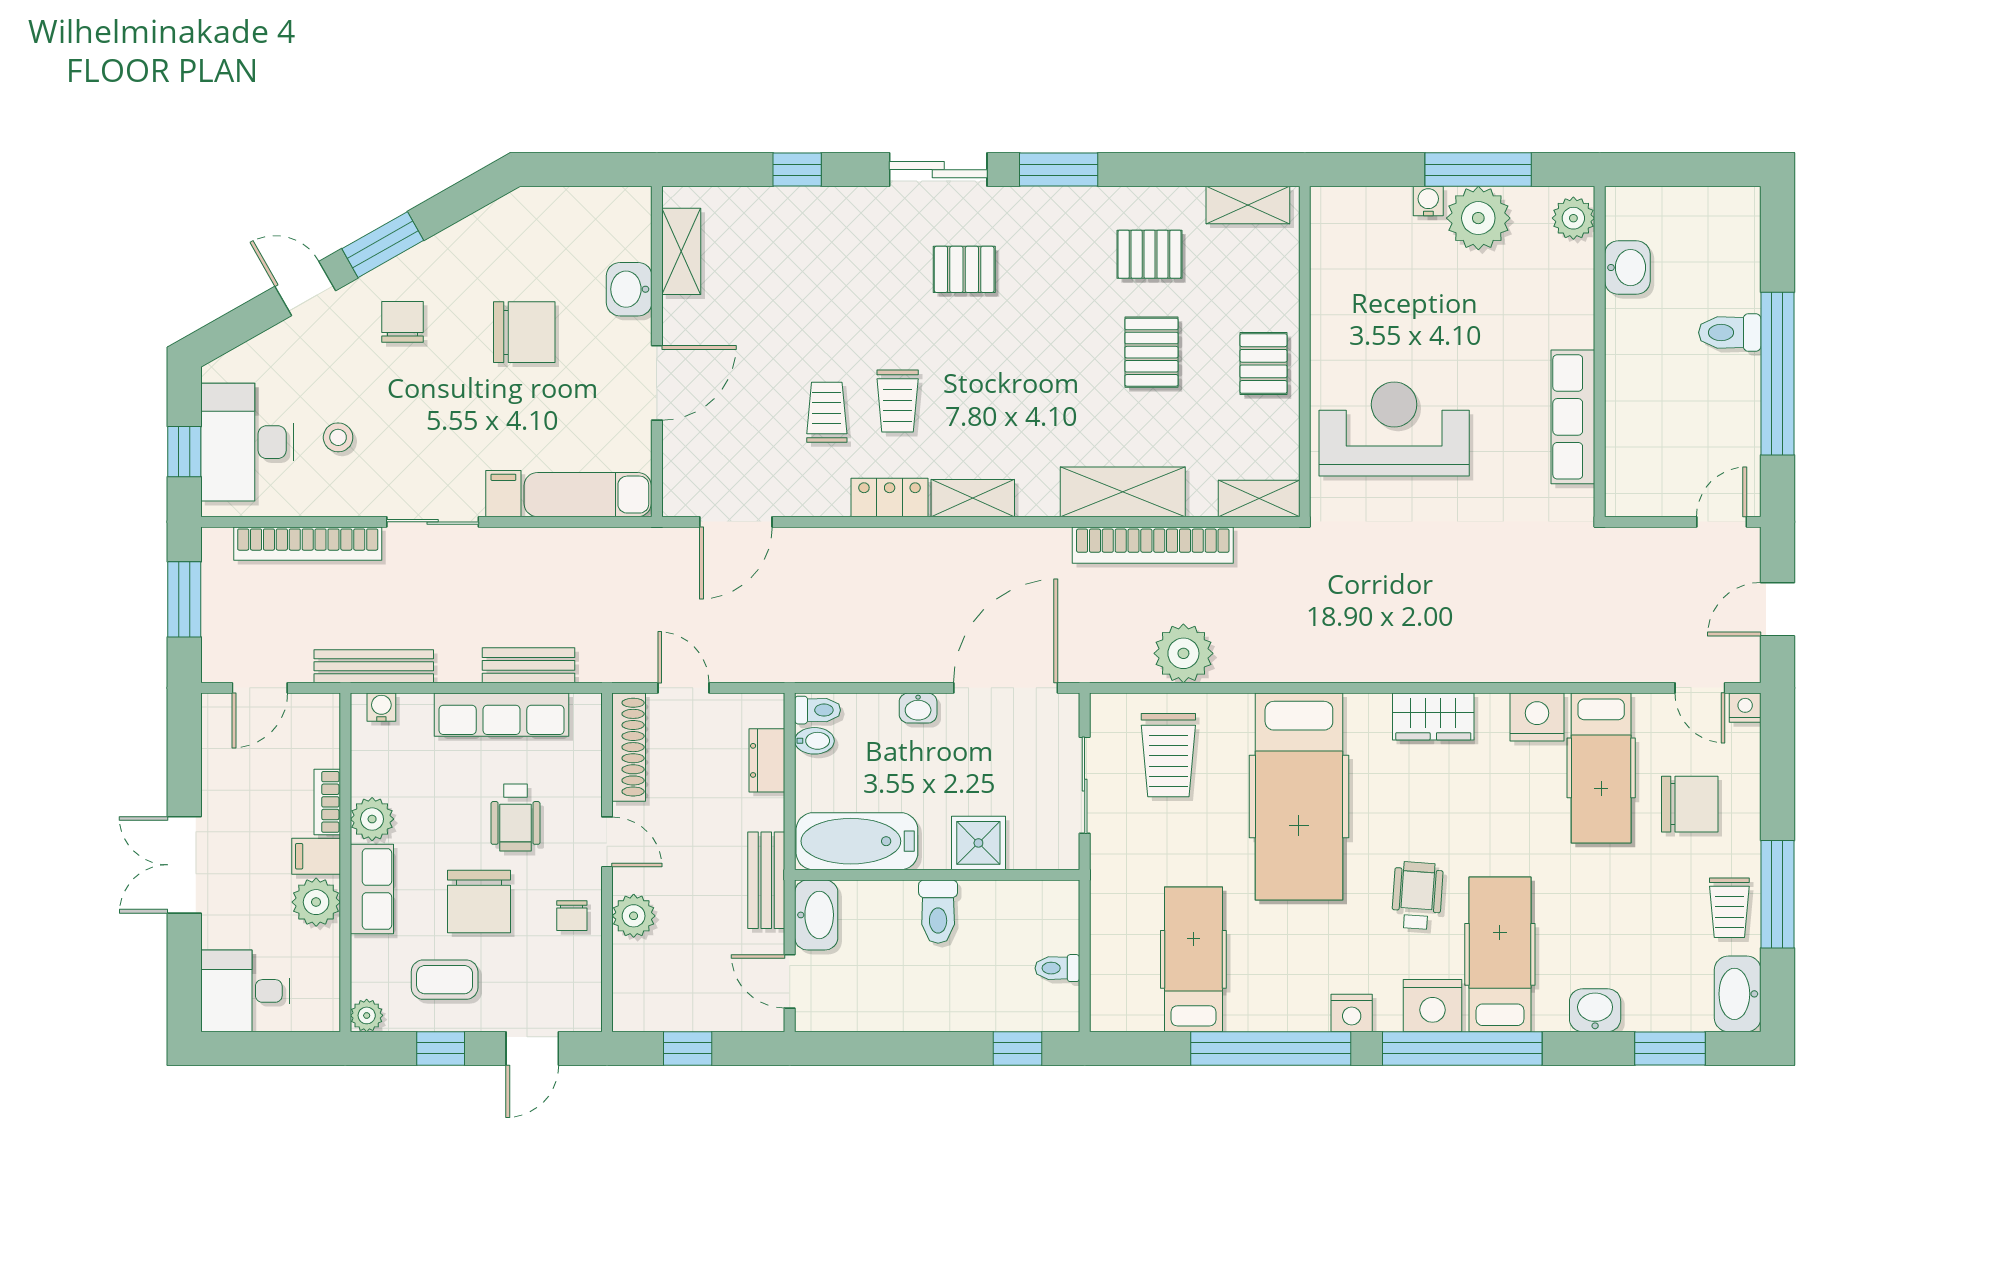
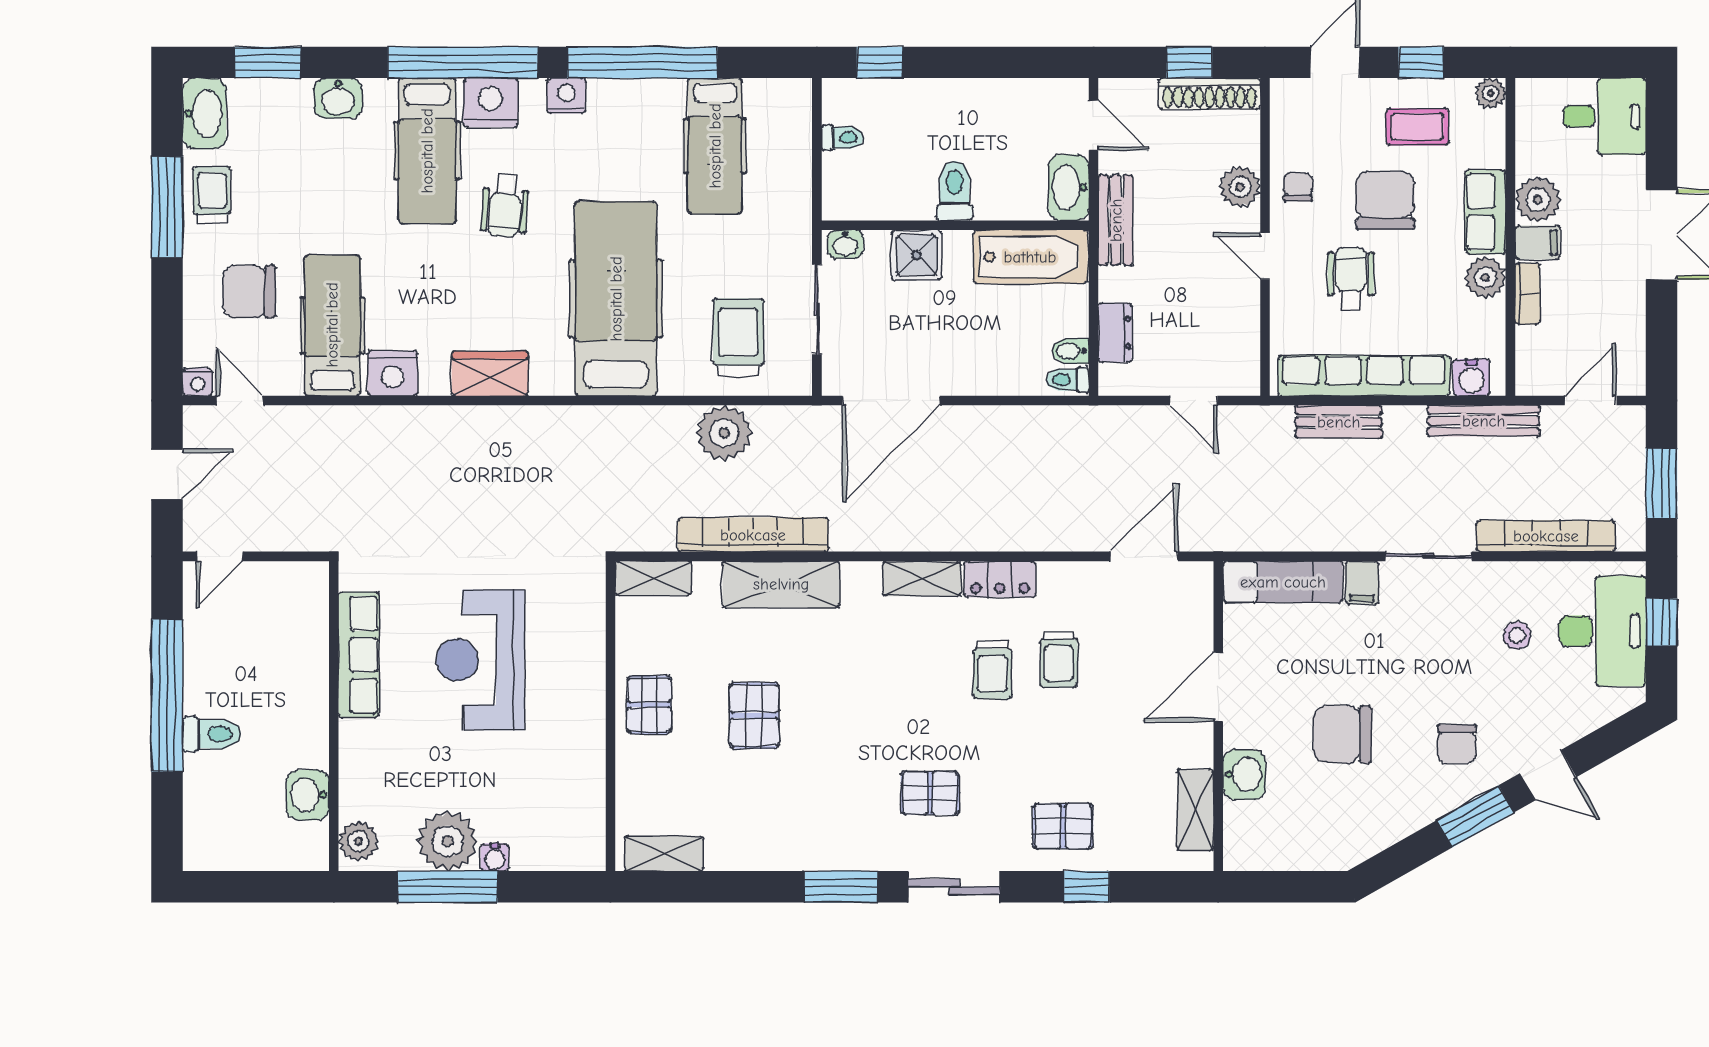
pallet: (1150, 254) -> (1063, 826), moved
trolley: (898, 401) -> (992, 670), turned 180
reception desk: (1394, 429) -> (480, 660), moved, turned 90
water cooler: (381, 707) -> (1472, 377), width x1.38, depth x1.38
washbasin: (918, 708) -> (845, 244), moved, turned 180
row of seats: (501, 715) -> (1364, 375), width x1.36
shoe rack: (629, 747) -> (1209, 94), moved, turned -90

